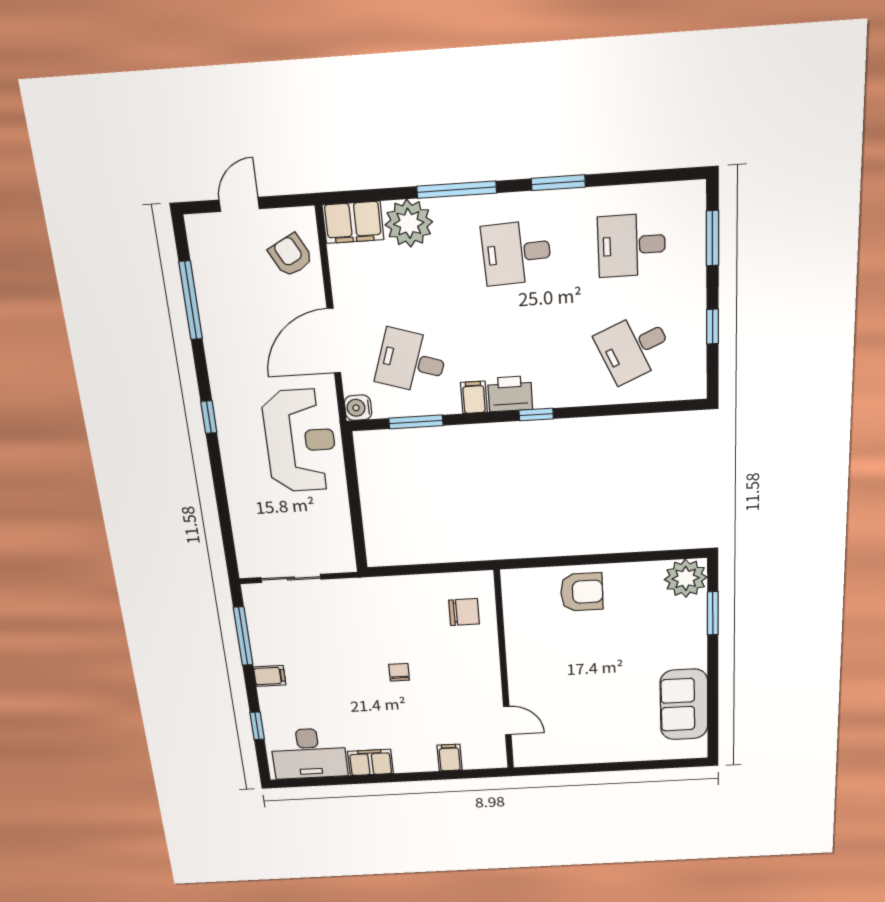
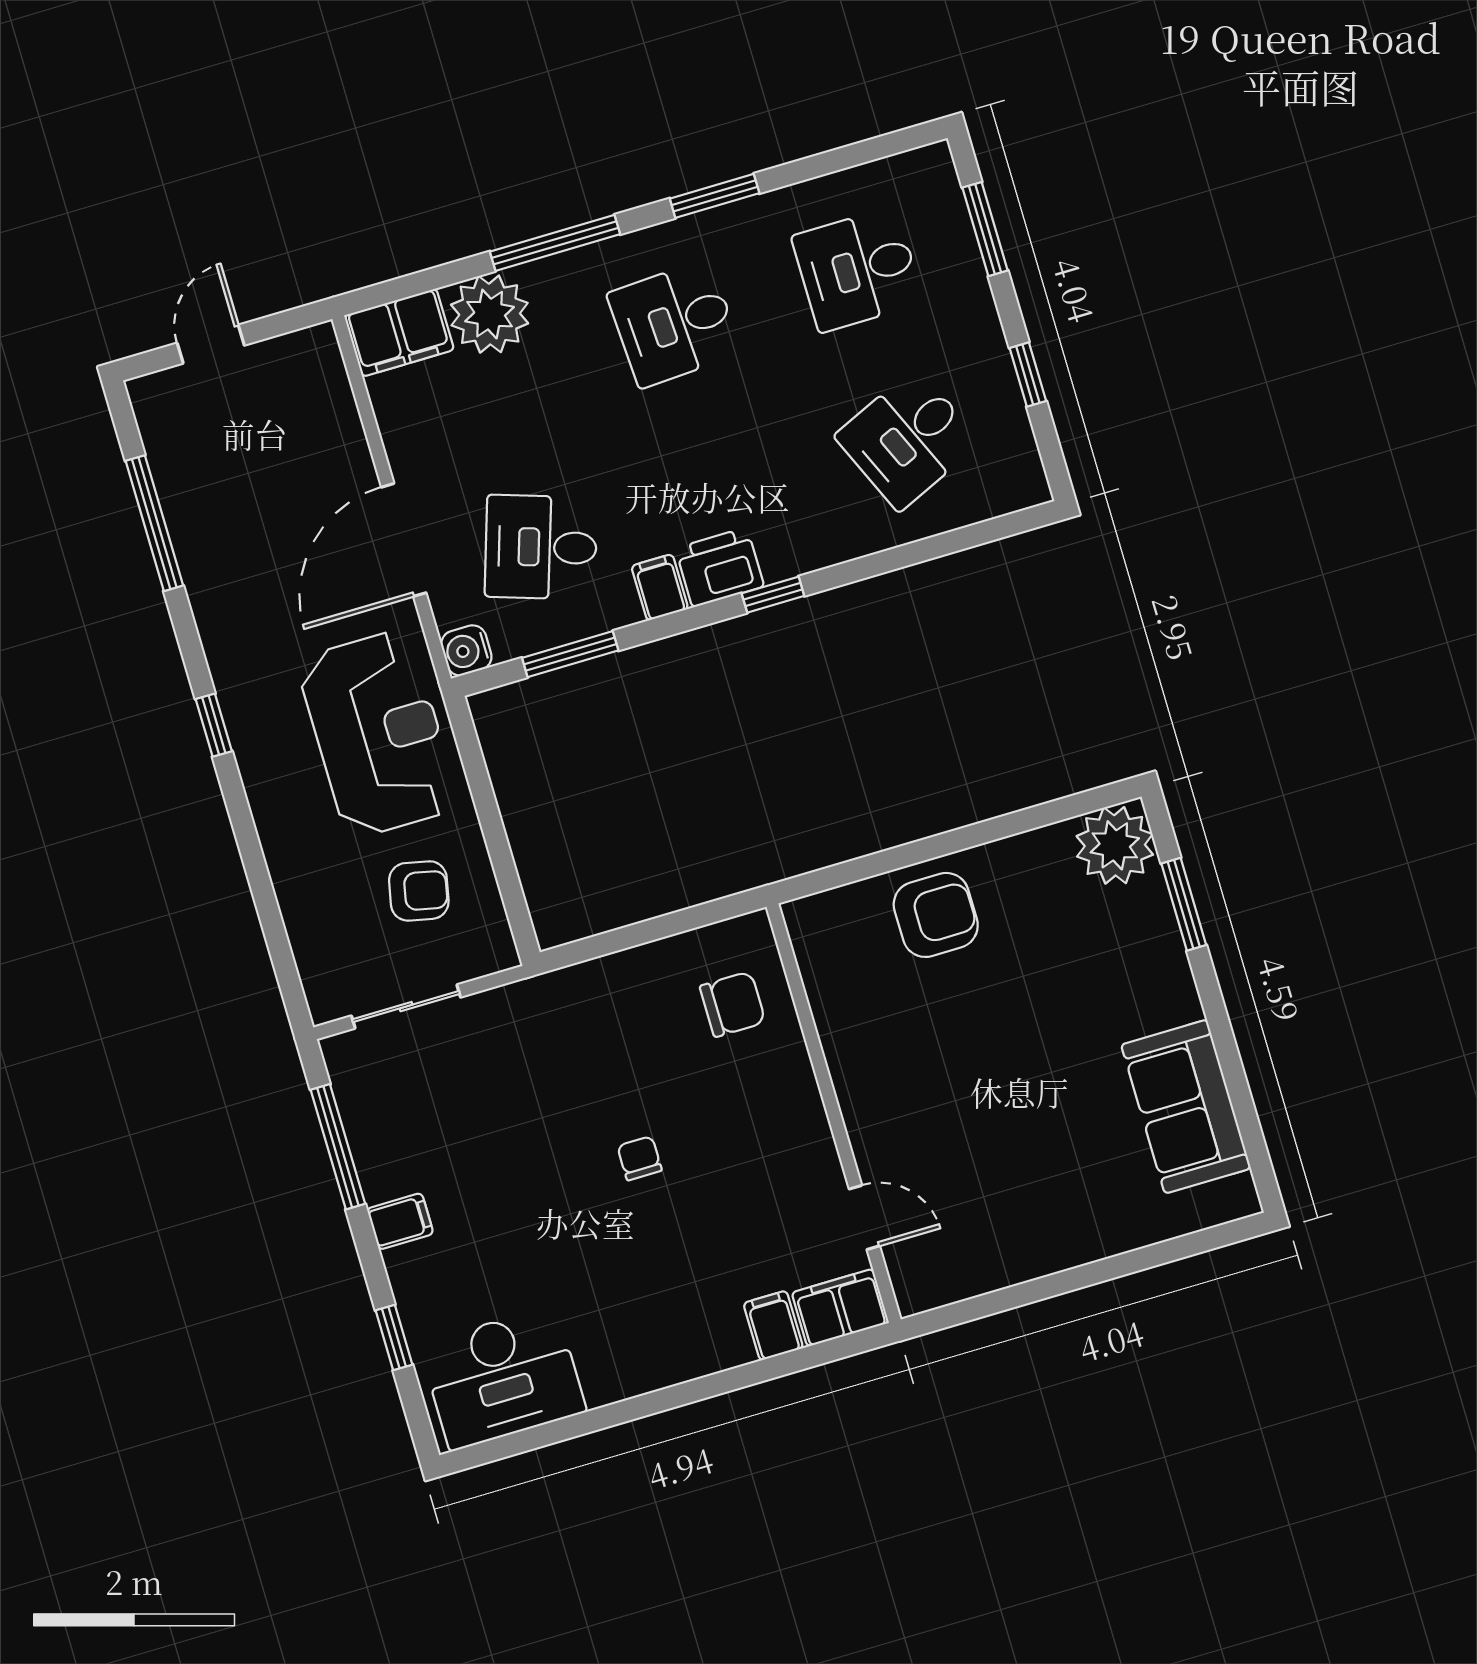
armchair: (291, 255) -> (419, 891), moved, turned 130
filing cabinet: (370, 762) -> (840, 1308), moved

